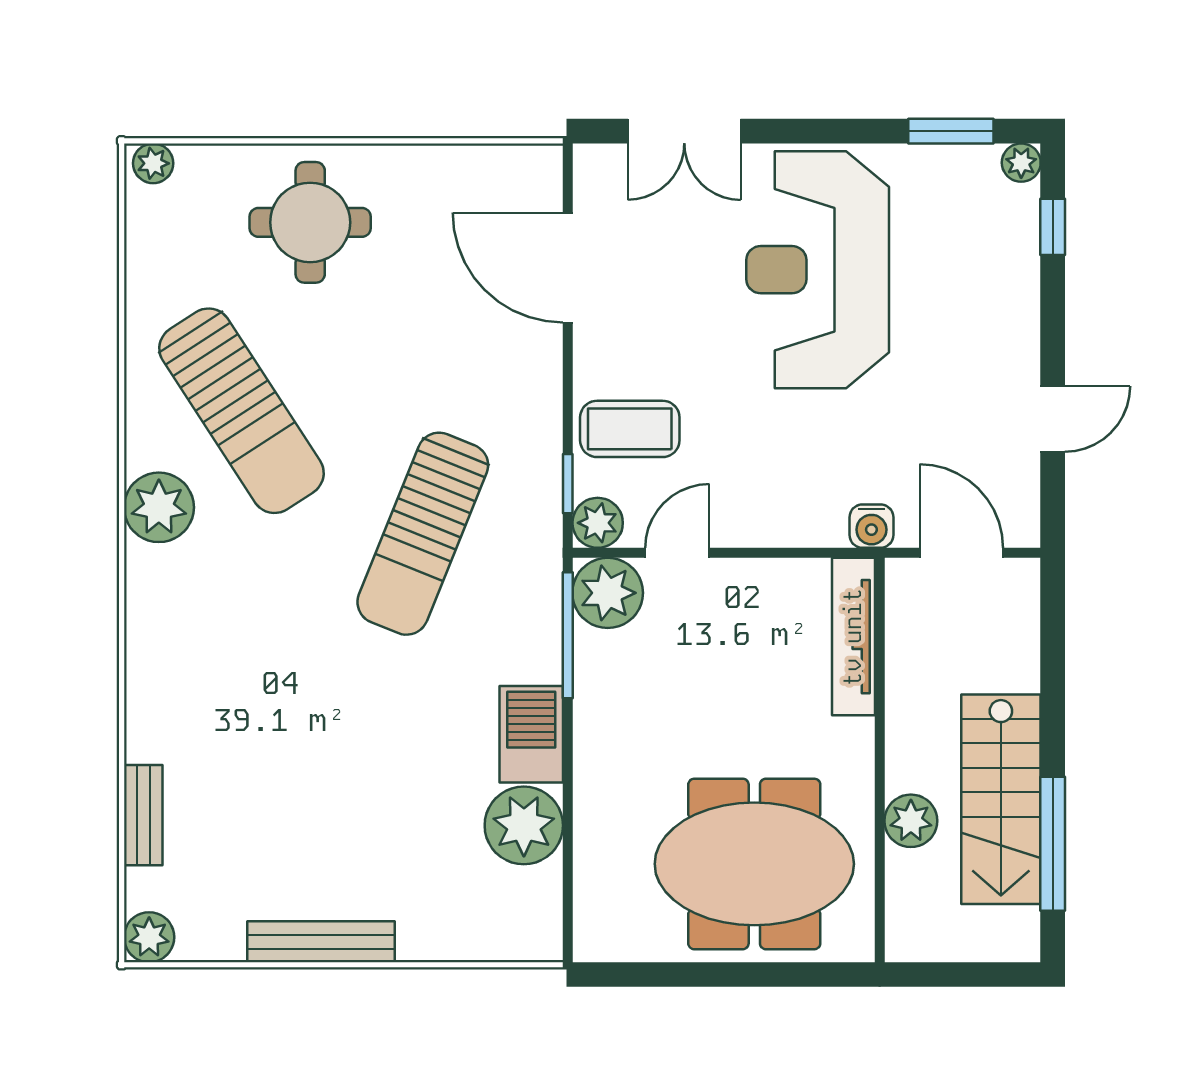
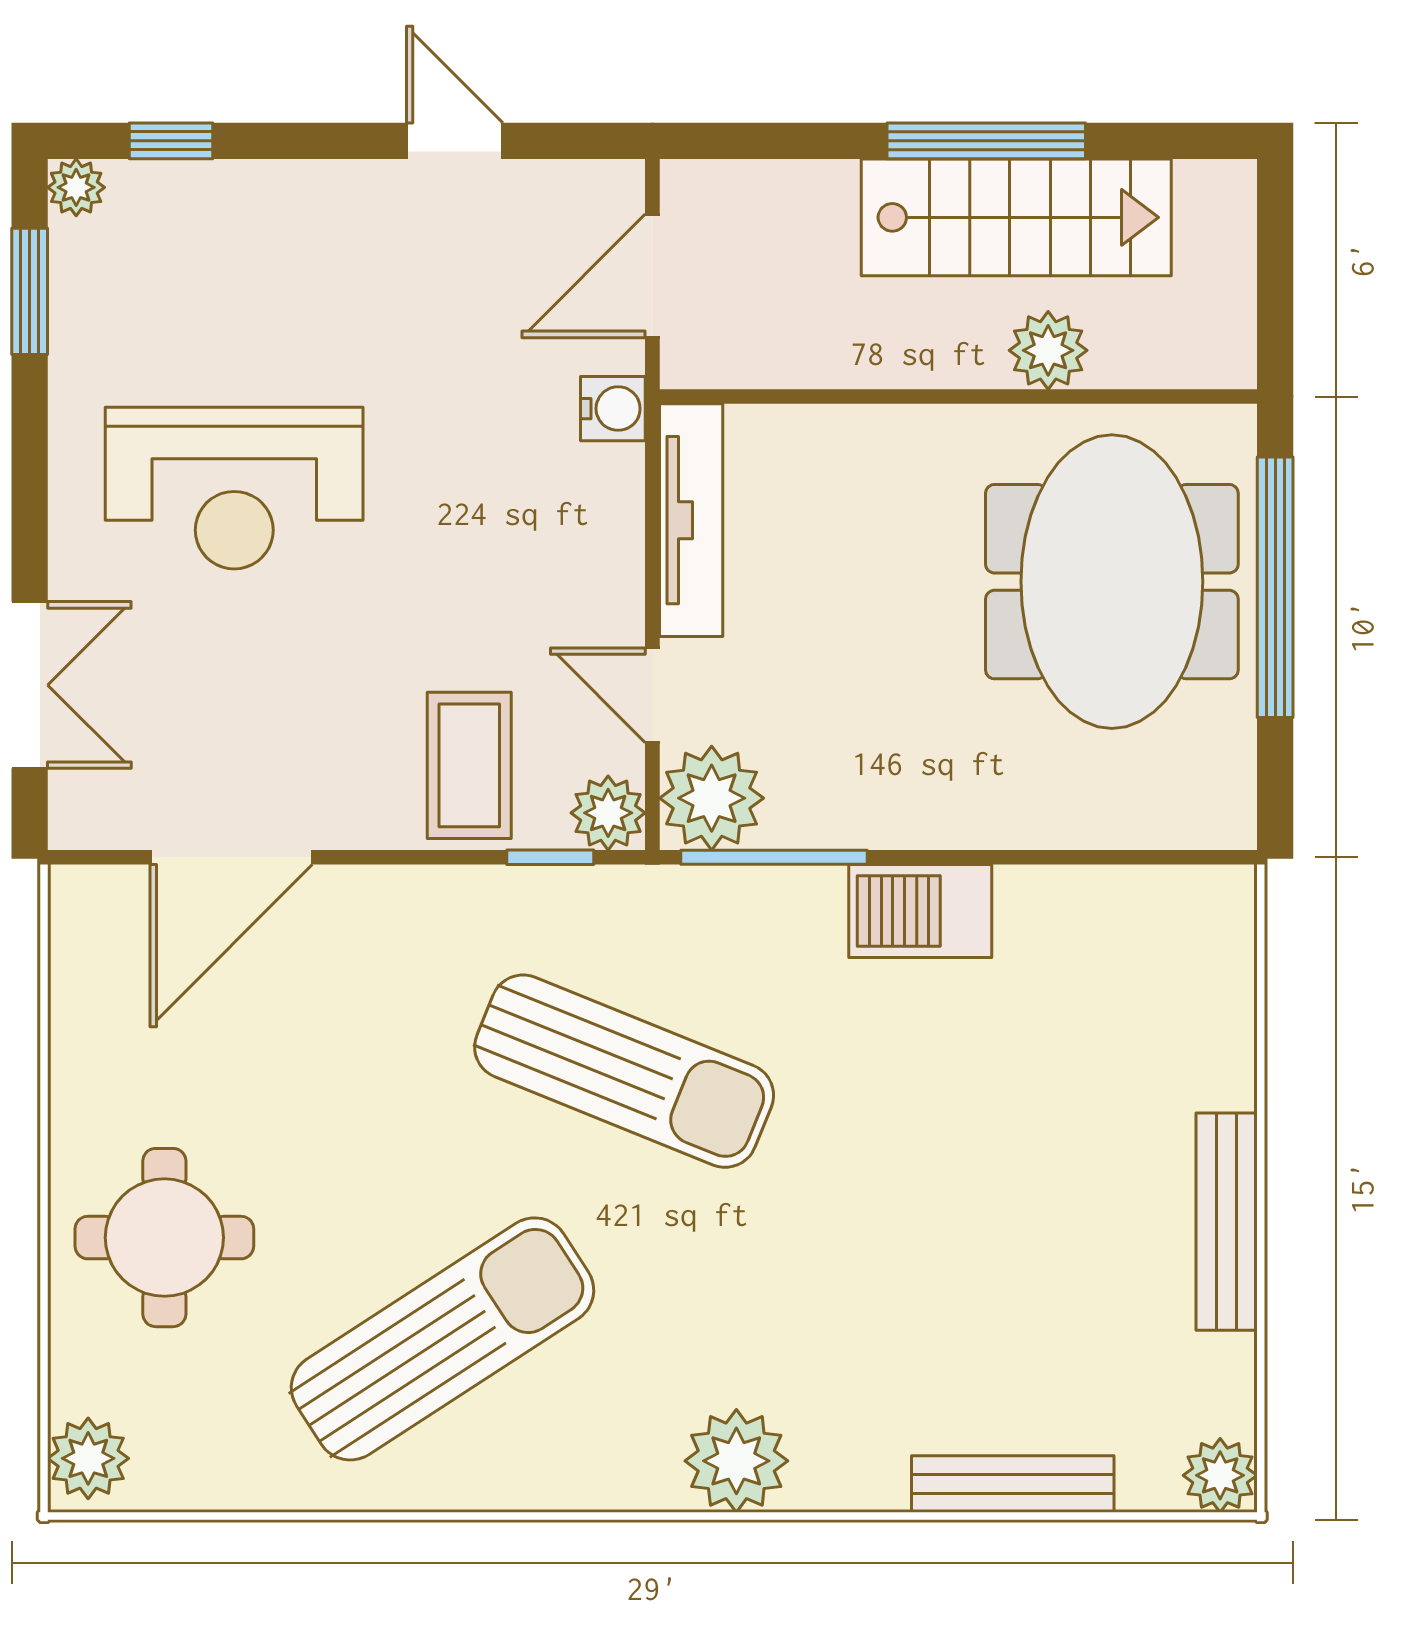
plant: (153, 163) -> (88, 1458), width x1.38, depth x1.38
reception desk: (818, 270) -> (234, 488), width x0.74, depth x0.77
plant: (159, 507) -> (736, 1461), moved
tv unit: (853, 637) -> (691, 520), moved, turned -90
bench: (143, 815) -> (1013, 1484), width x1.36
plant: (524, 825) -> (1055, 922), removed
window: (1053, 844) -> (986, 141), moved
window: (750, 974) -> (1275, 587), added

